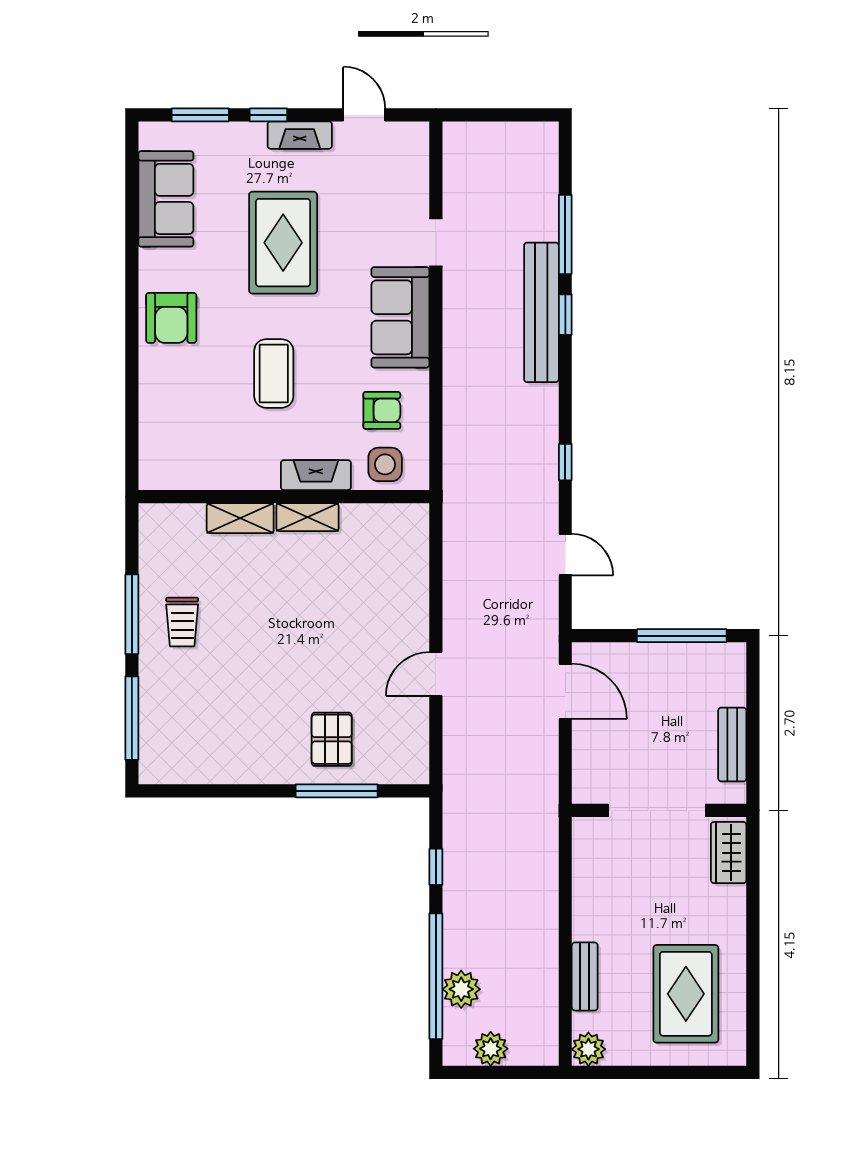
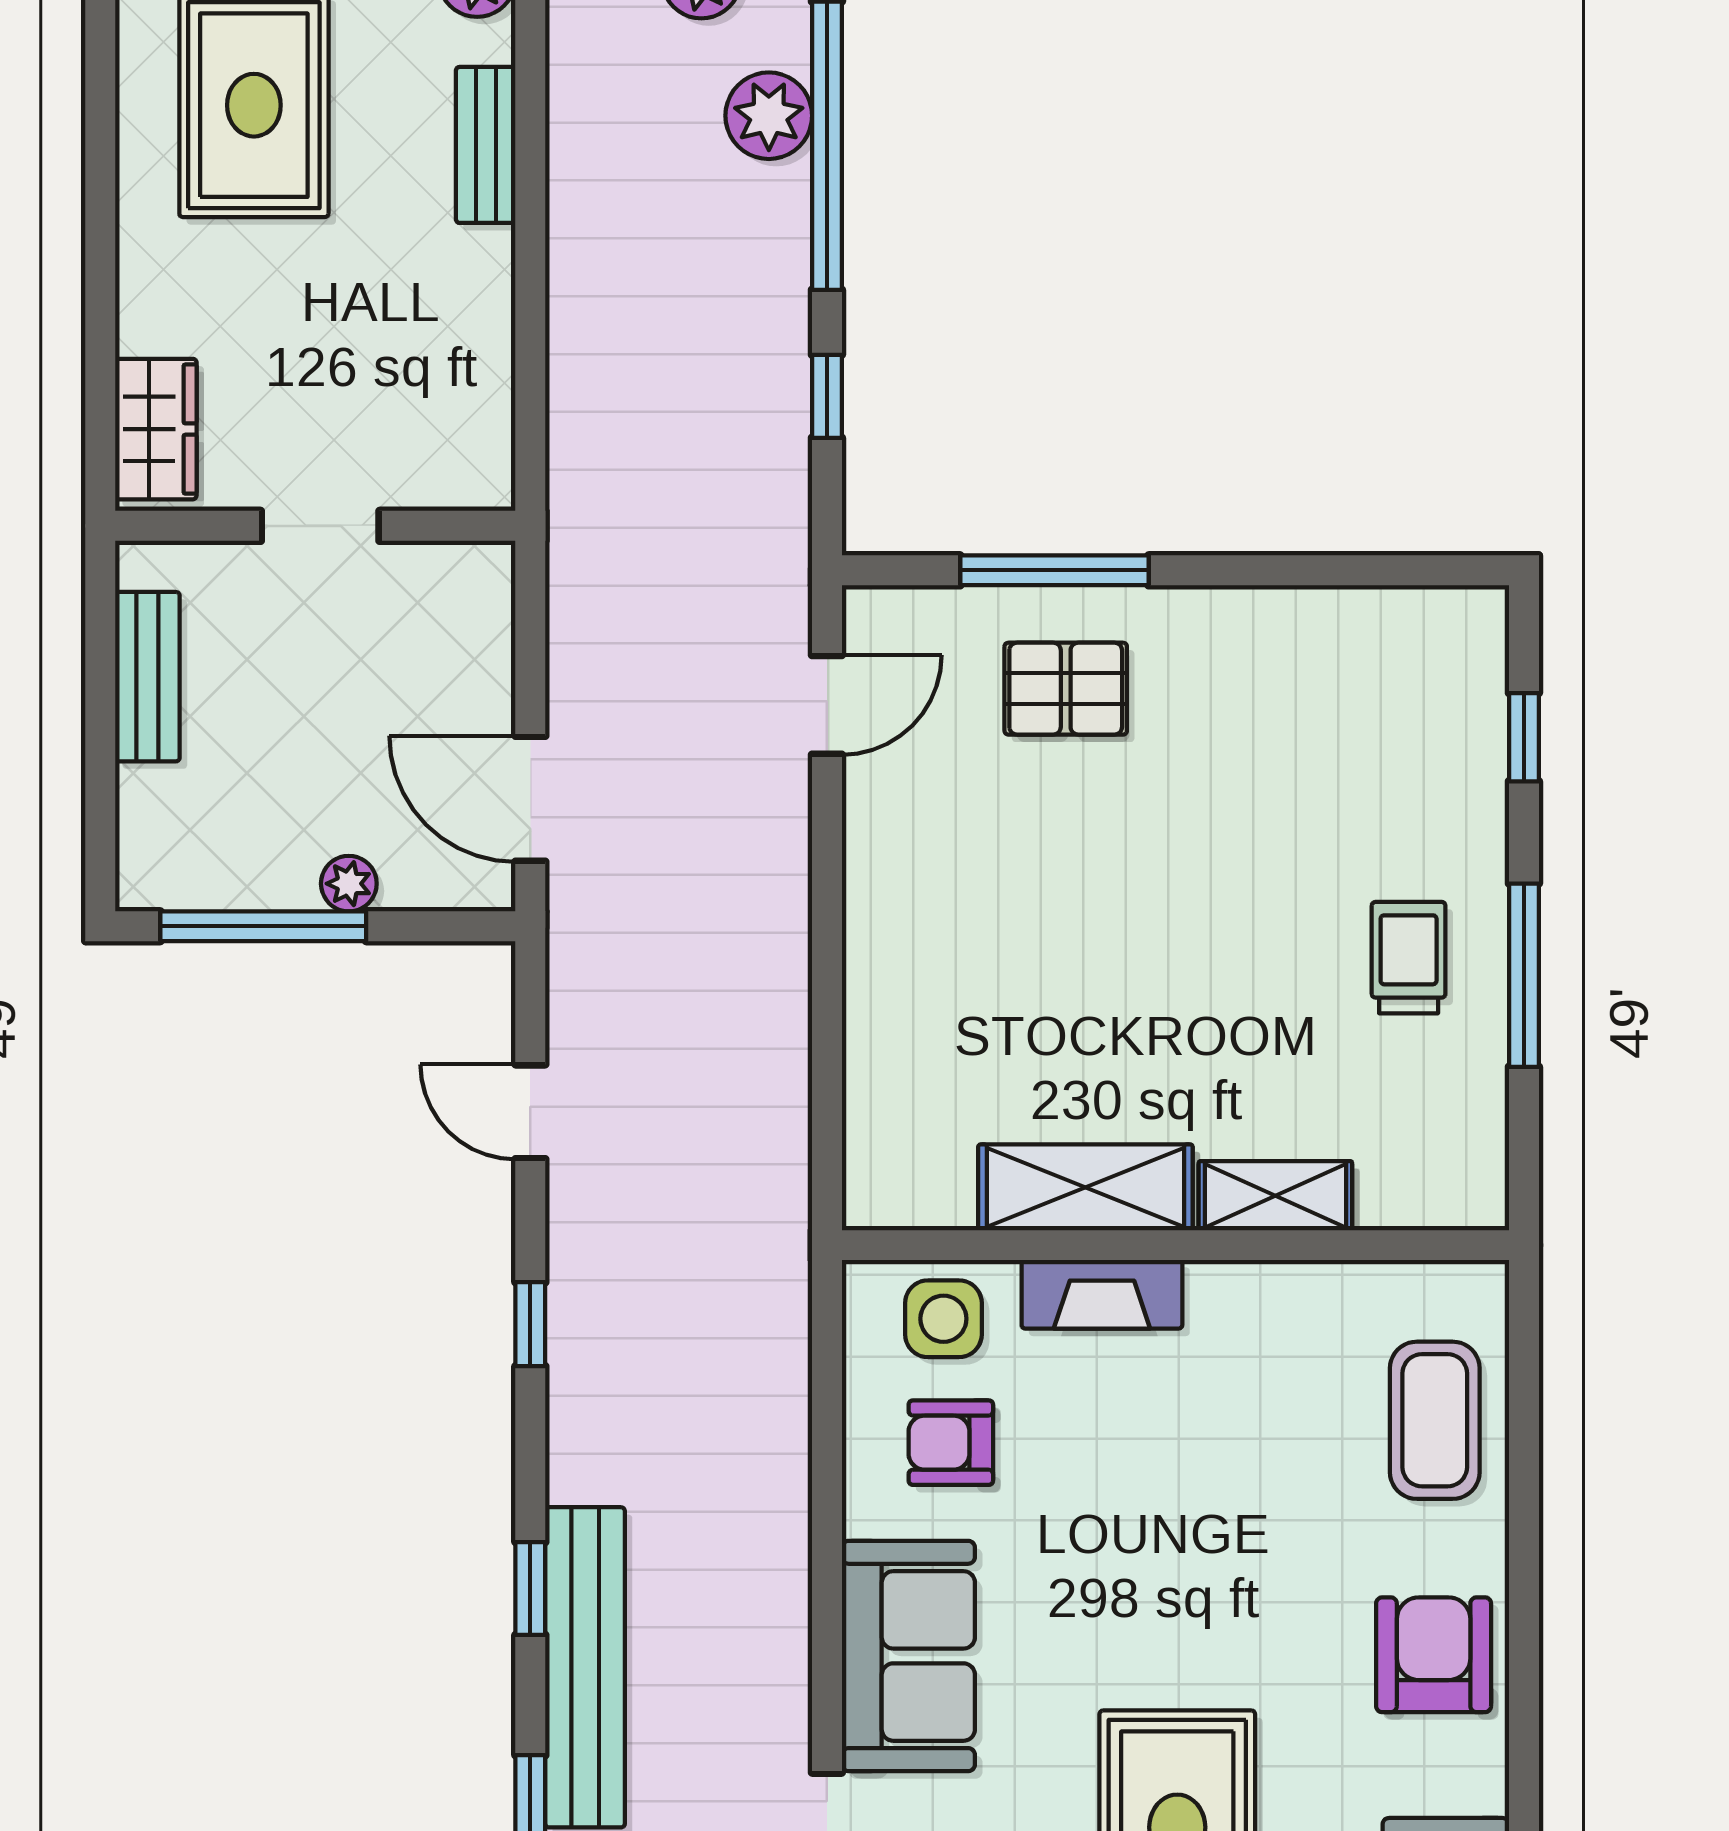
window: (565, 315) -> (530, 1588), moved
coffee table: (274, 373) -> (1435, 1420), moved
shelving: (307, 517) -> (1085, 1187), width x1.50, depth x1.33
plant: (644, 654) -> (349, 884), added
door: (436, 674) -> (827, 705), moved
window: (132, 718) -> (1524, 737), width x0.46
pallet: (332, 739) -> (1066, 689), turned 90
doorway: (657, 810) -> (320, 526), width x0.53

